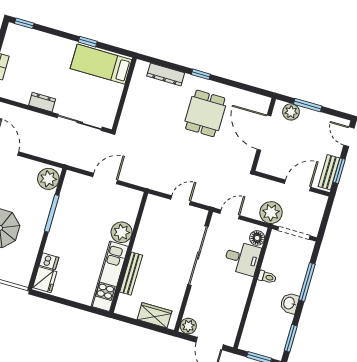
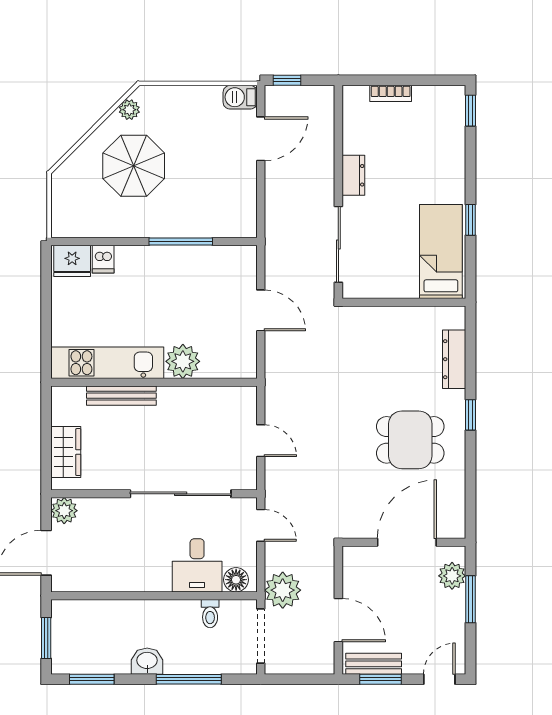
plant: (48, 179) -> (234, 220), removed
toilet: (267, 277) -> (210, 614), moved

